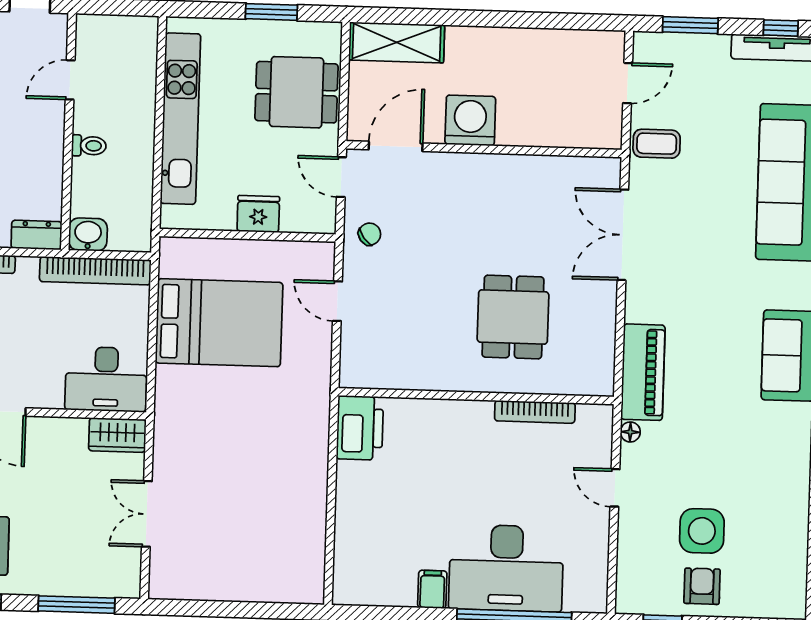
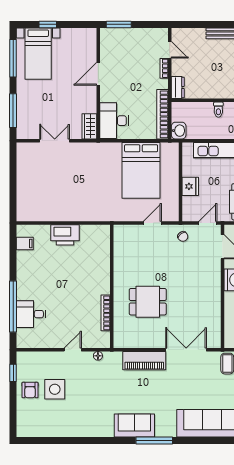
washbasin: (88, 234) -> (179, 131), moved
piano: (643, 372) -> (144, 361), moved
printer: (360, 428) -> (65, 235), moved
desk: (506, 568) -> (31, 314), width x0.53, depth x0.77
armchair: (702, 586) -> (30, 390), turned 90
filing cabinet: (432, 589) -> (25, 243), moved

